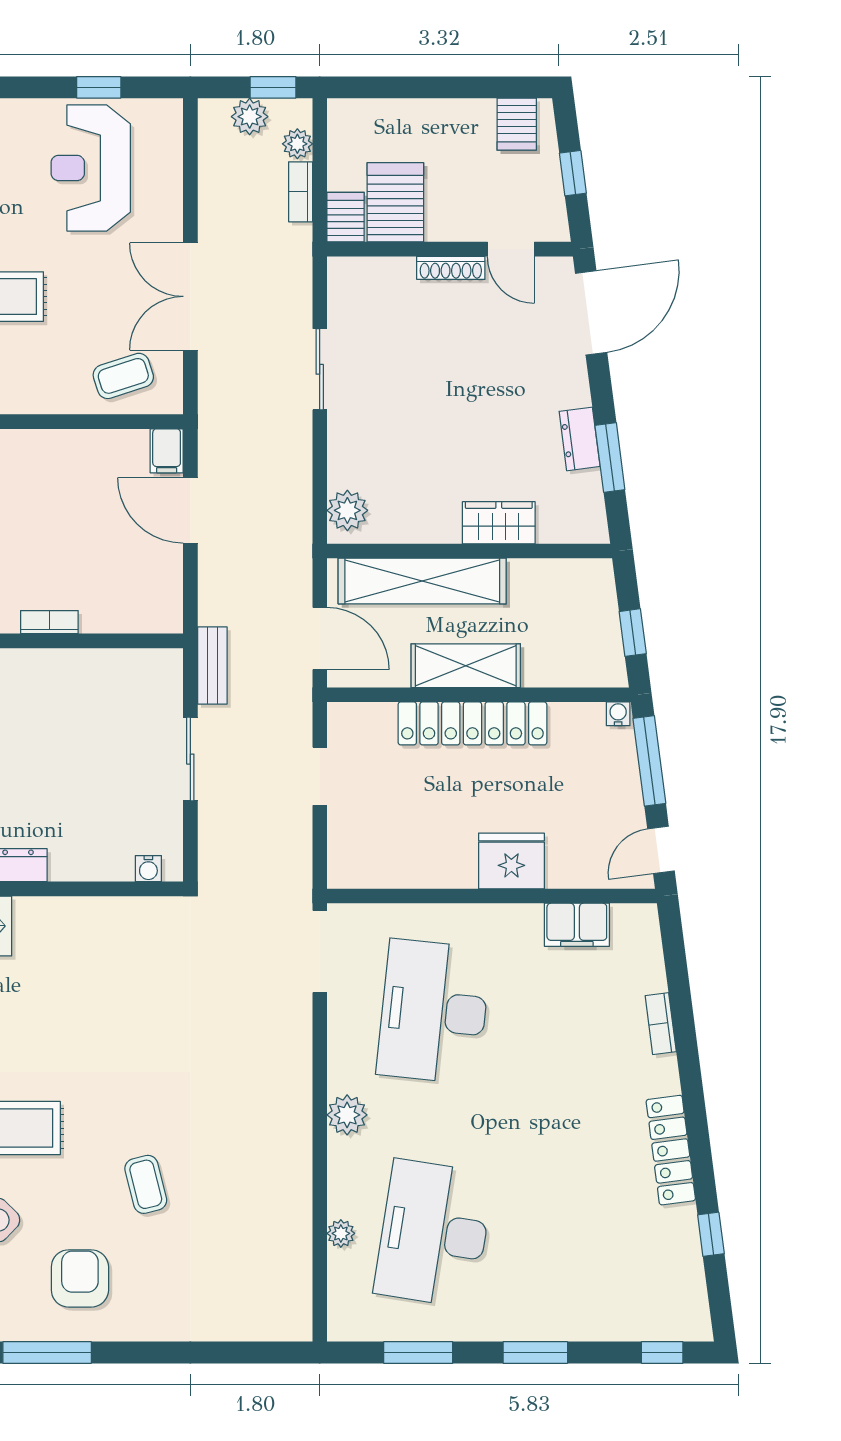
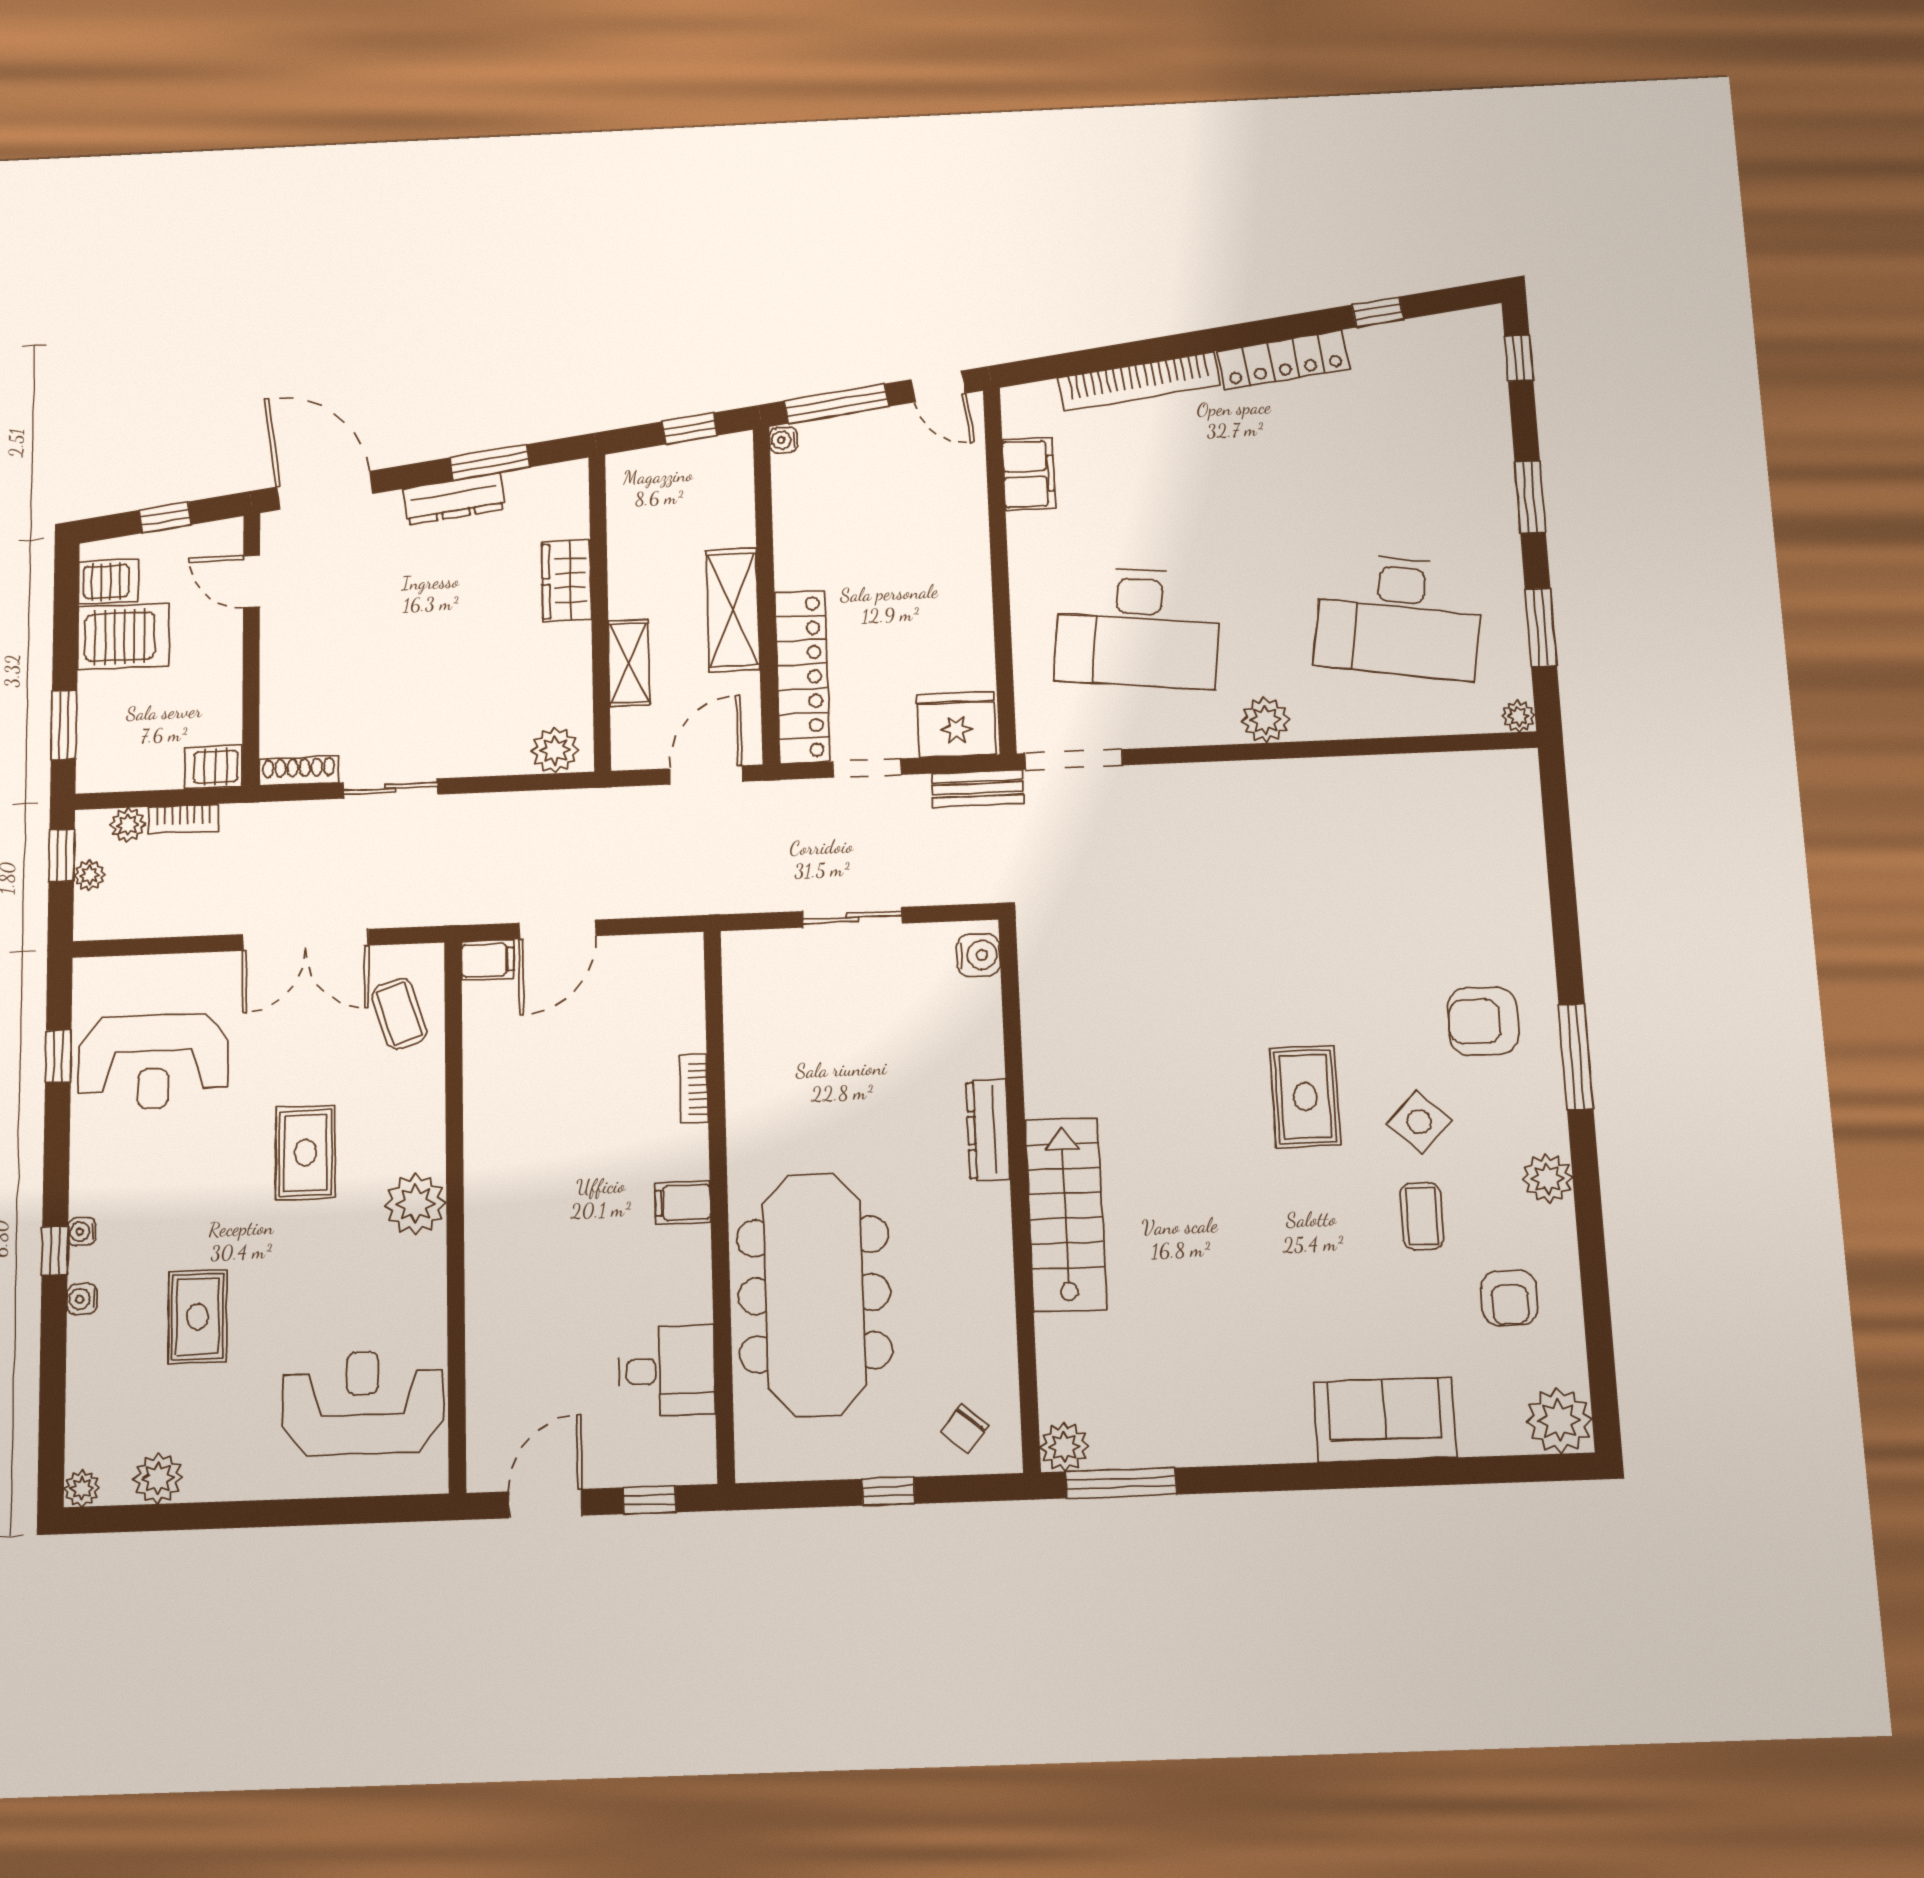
window: (389, 87) -> (64, 725), added
plant: (250, 117) -> (90, 875), width x0.73, depth x0.73
server rack: (395, 202) -> (123, 637), moved, turned 180
door: (511, 249) -> (251, 581), swing flipped
shoe rack: (451, 268) -> (299, 771), moved, turned -90
dresser: (580, 439) -> (454, 499), width x1.44
shelving: (422, 581) -> (629, 663), width x0.45, depth x0.75
bench: (212, 666) -> (978, 788), moved
locker: (472, 723) -> (802, 677), moved
fridge: (511, 861) -> (956, 725), moved, turned 90
water cooler: (148, 869) -> (978, 955), width x1.38, depth x1.38
bookcase: (661, 1024) -> (1139, 381), width x2.31, depth x1.31
coffee table: (146, 1184) -> (1364, 948), removed
plant: (341, 1233) -> (1518, 716), moved

